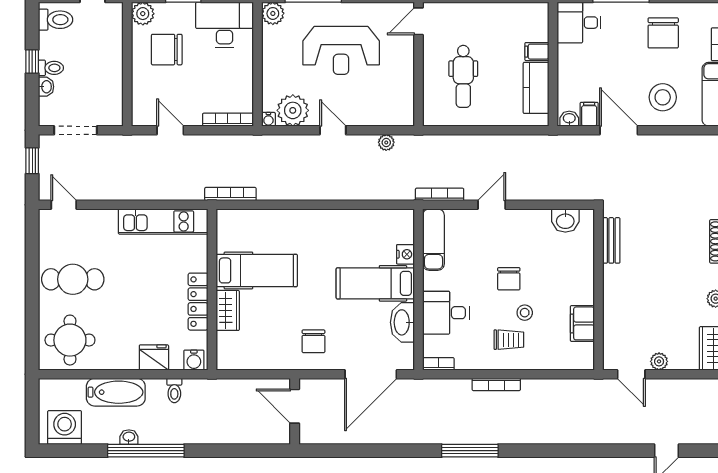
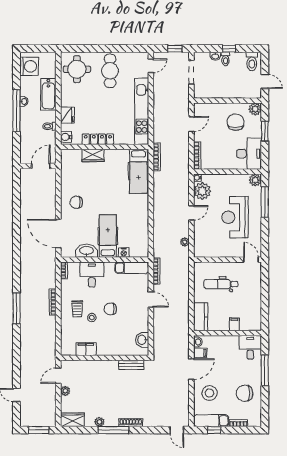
kitchen counter: (536, 88) -> (201, 317), moved, turned 90
kitchen unit: (163, 221) -> (142, 111), width x1.36
hospital bed: (257, 270) -> (139, 171), moved
door: (295, 406) -> (41, 166), moved
wall: (295, 411) -> (38, 166), moved
window: (470, 451) -> (16, 308), moved

